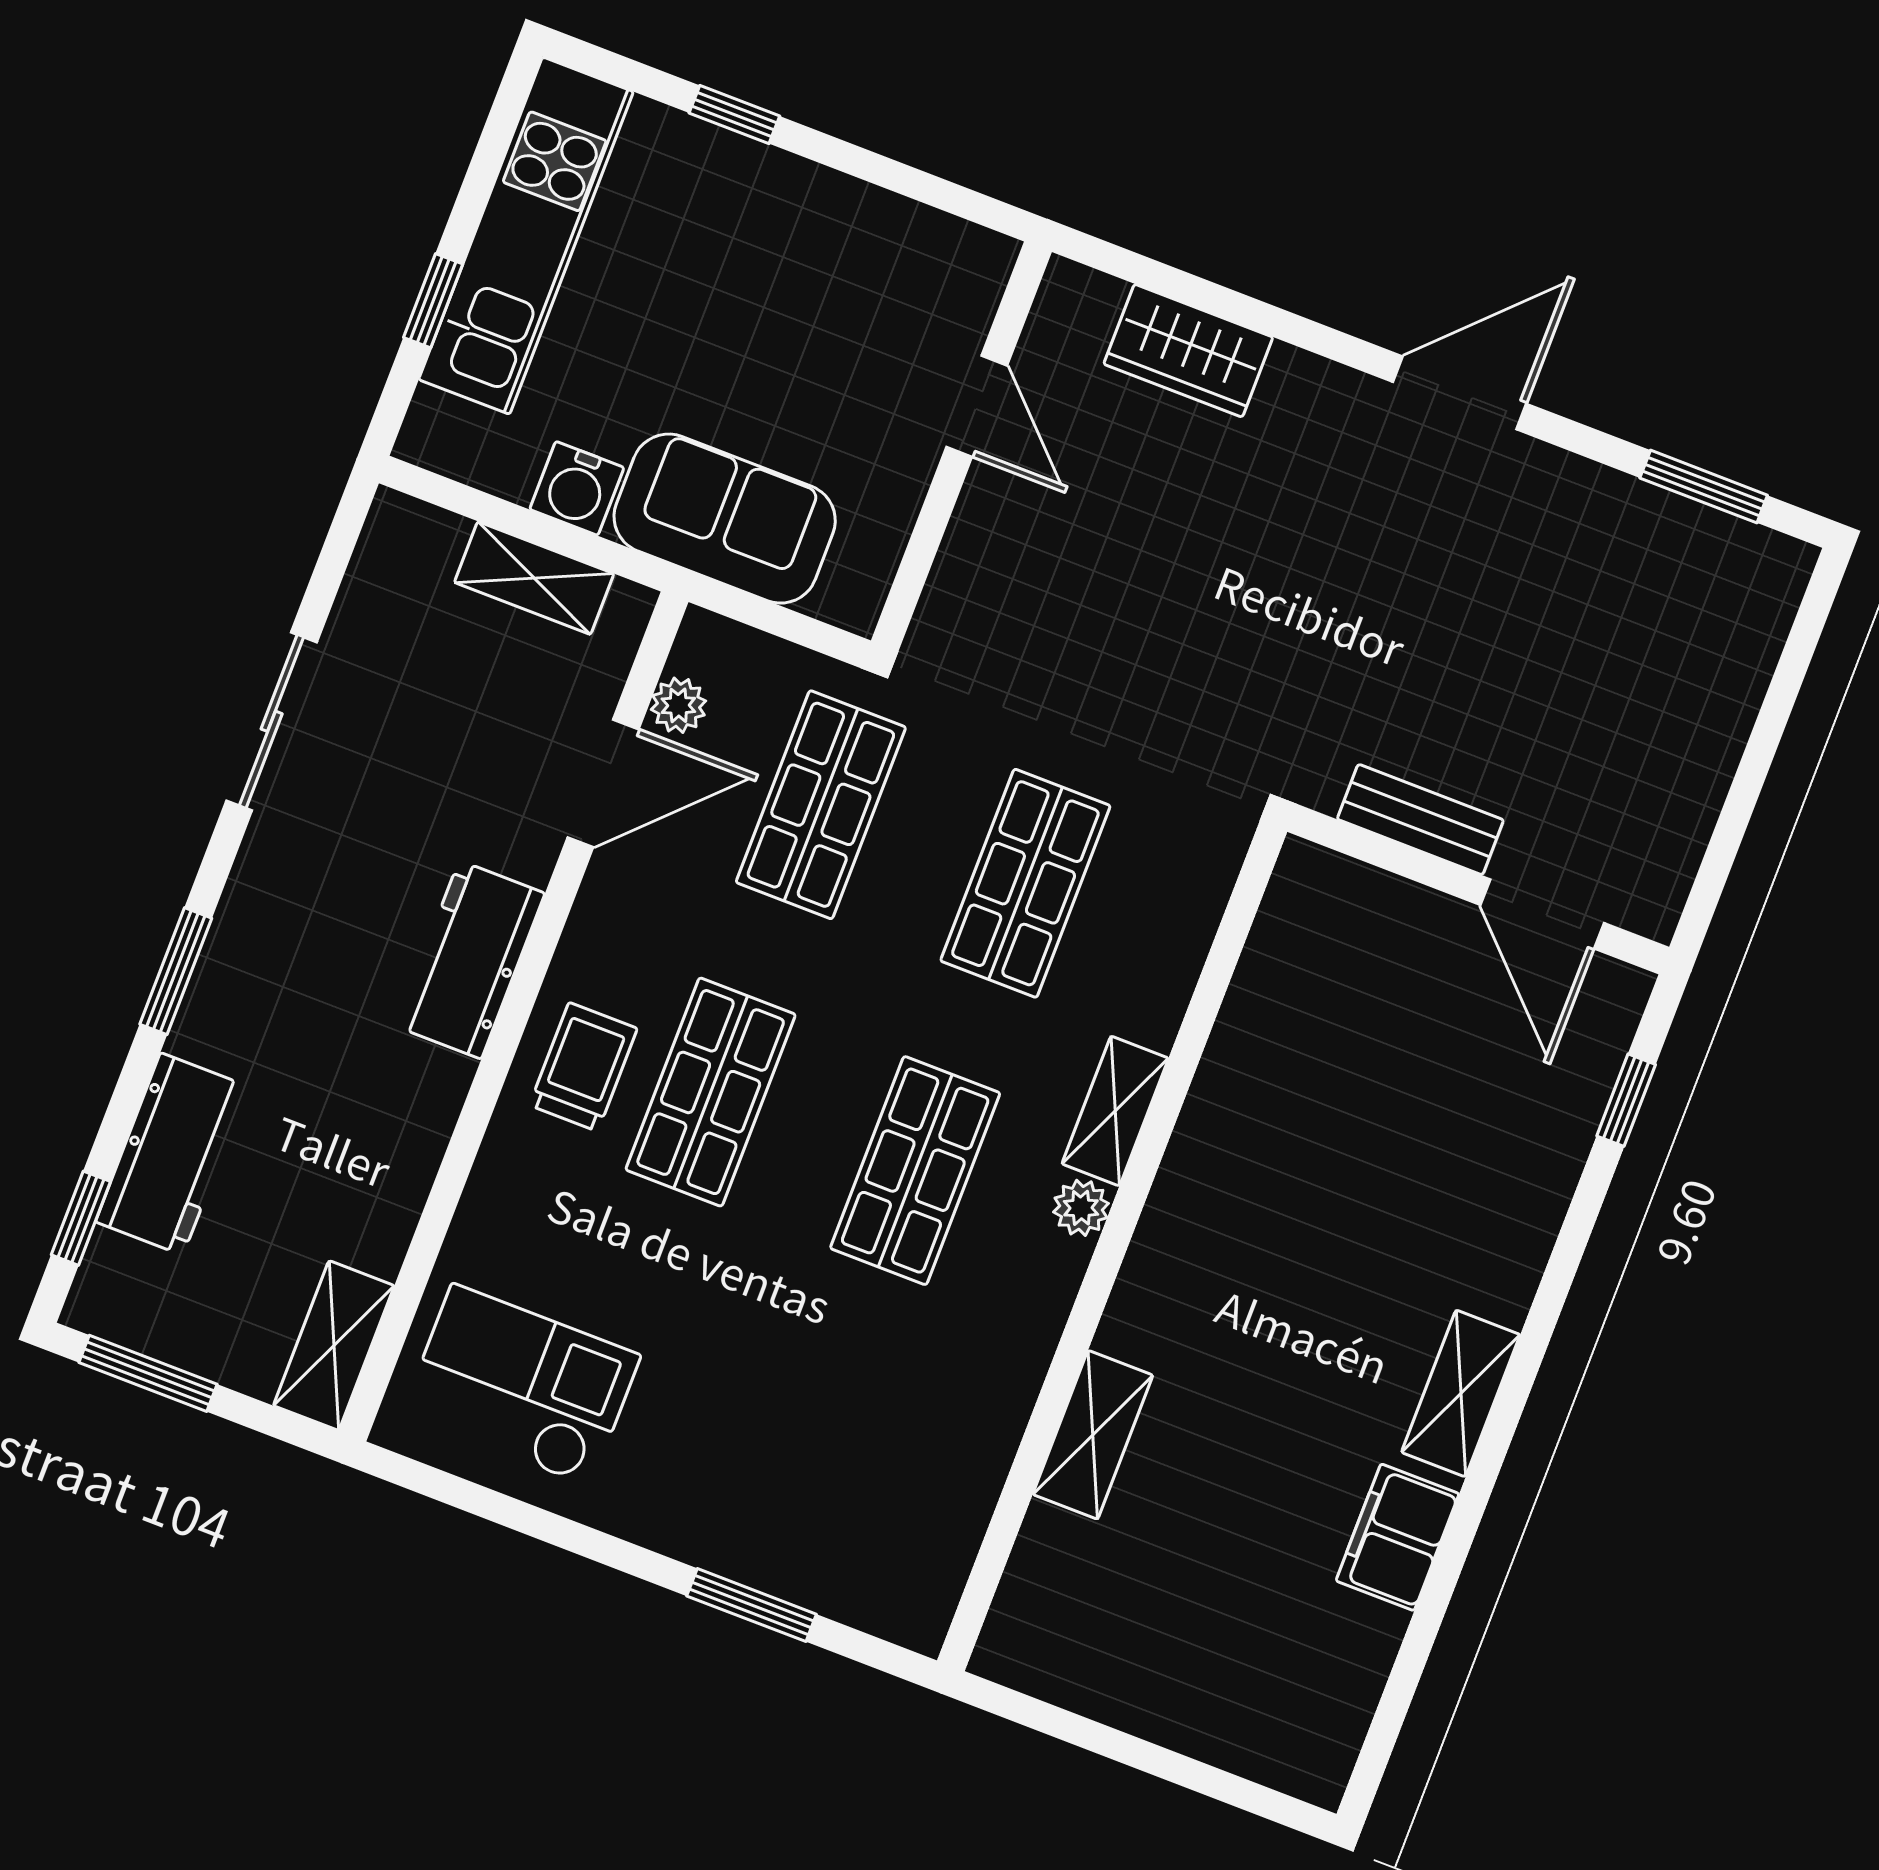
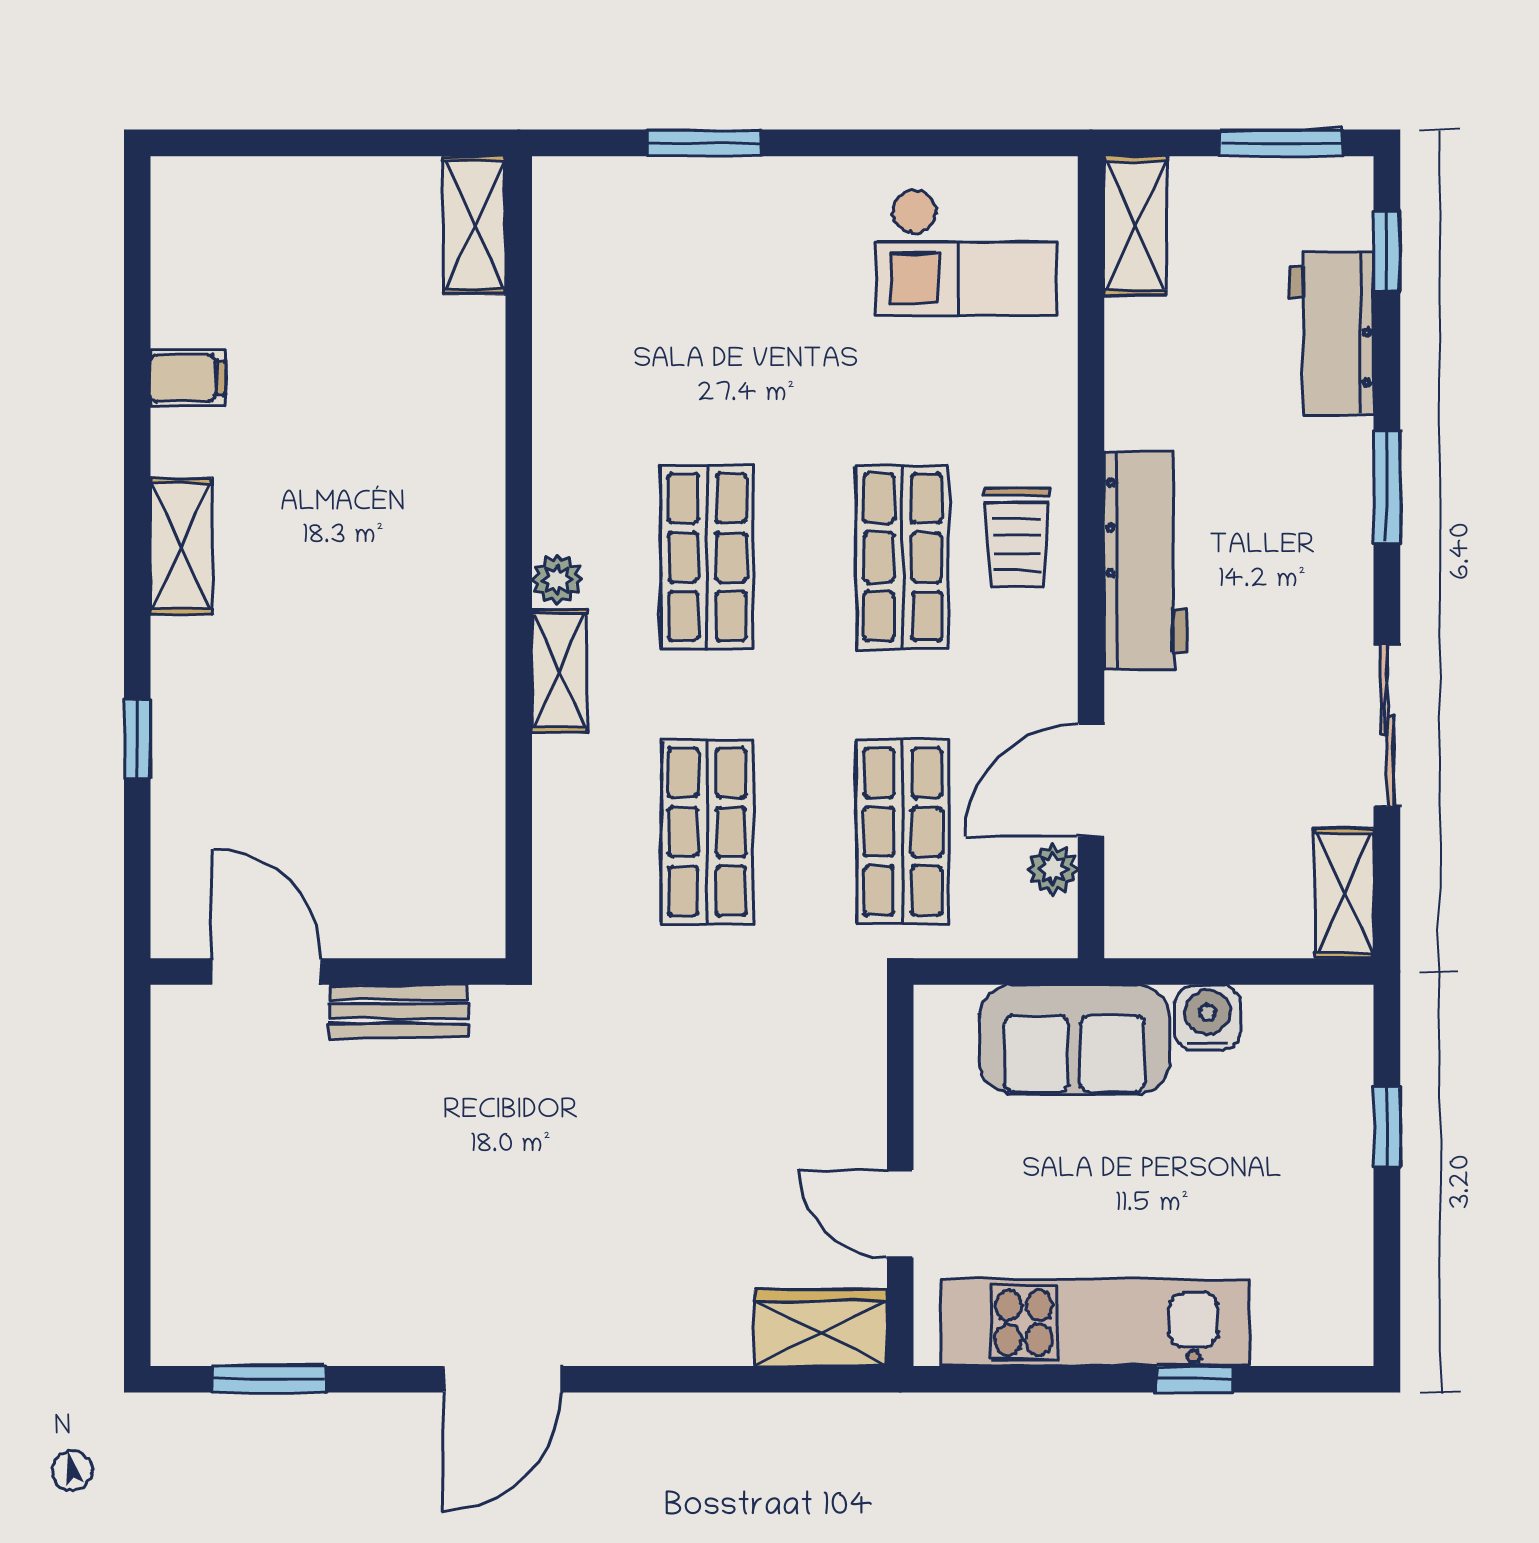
kitchen unit: (526, 236) -> (1095, 1323), moved, turned 90
wardrobe: (1188, 351) -> (821, 1328), moved
shelving: (534, 578) -> (1344, 893), moved, turned 90
workbench: (470, 960) -> (1145, 561), width x1.37
window: (1626, 1100) -> (137, 739), moved
shelving: (1093, 1435) -> (475, 225), moved
filing cabinet: (1398, 1537) -> (188, 378), width x0.50

